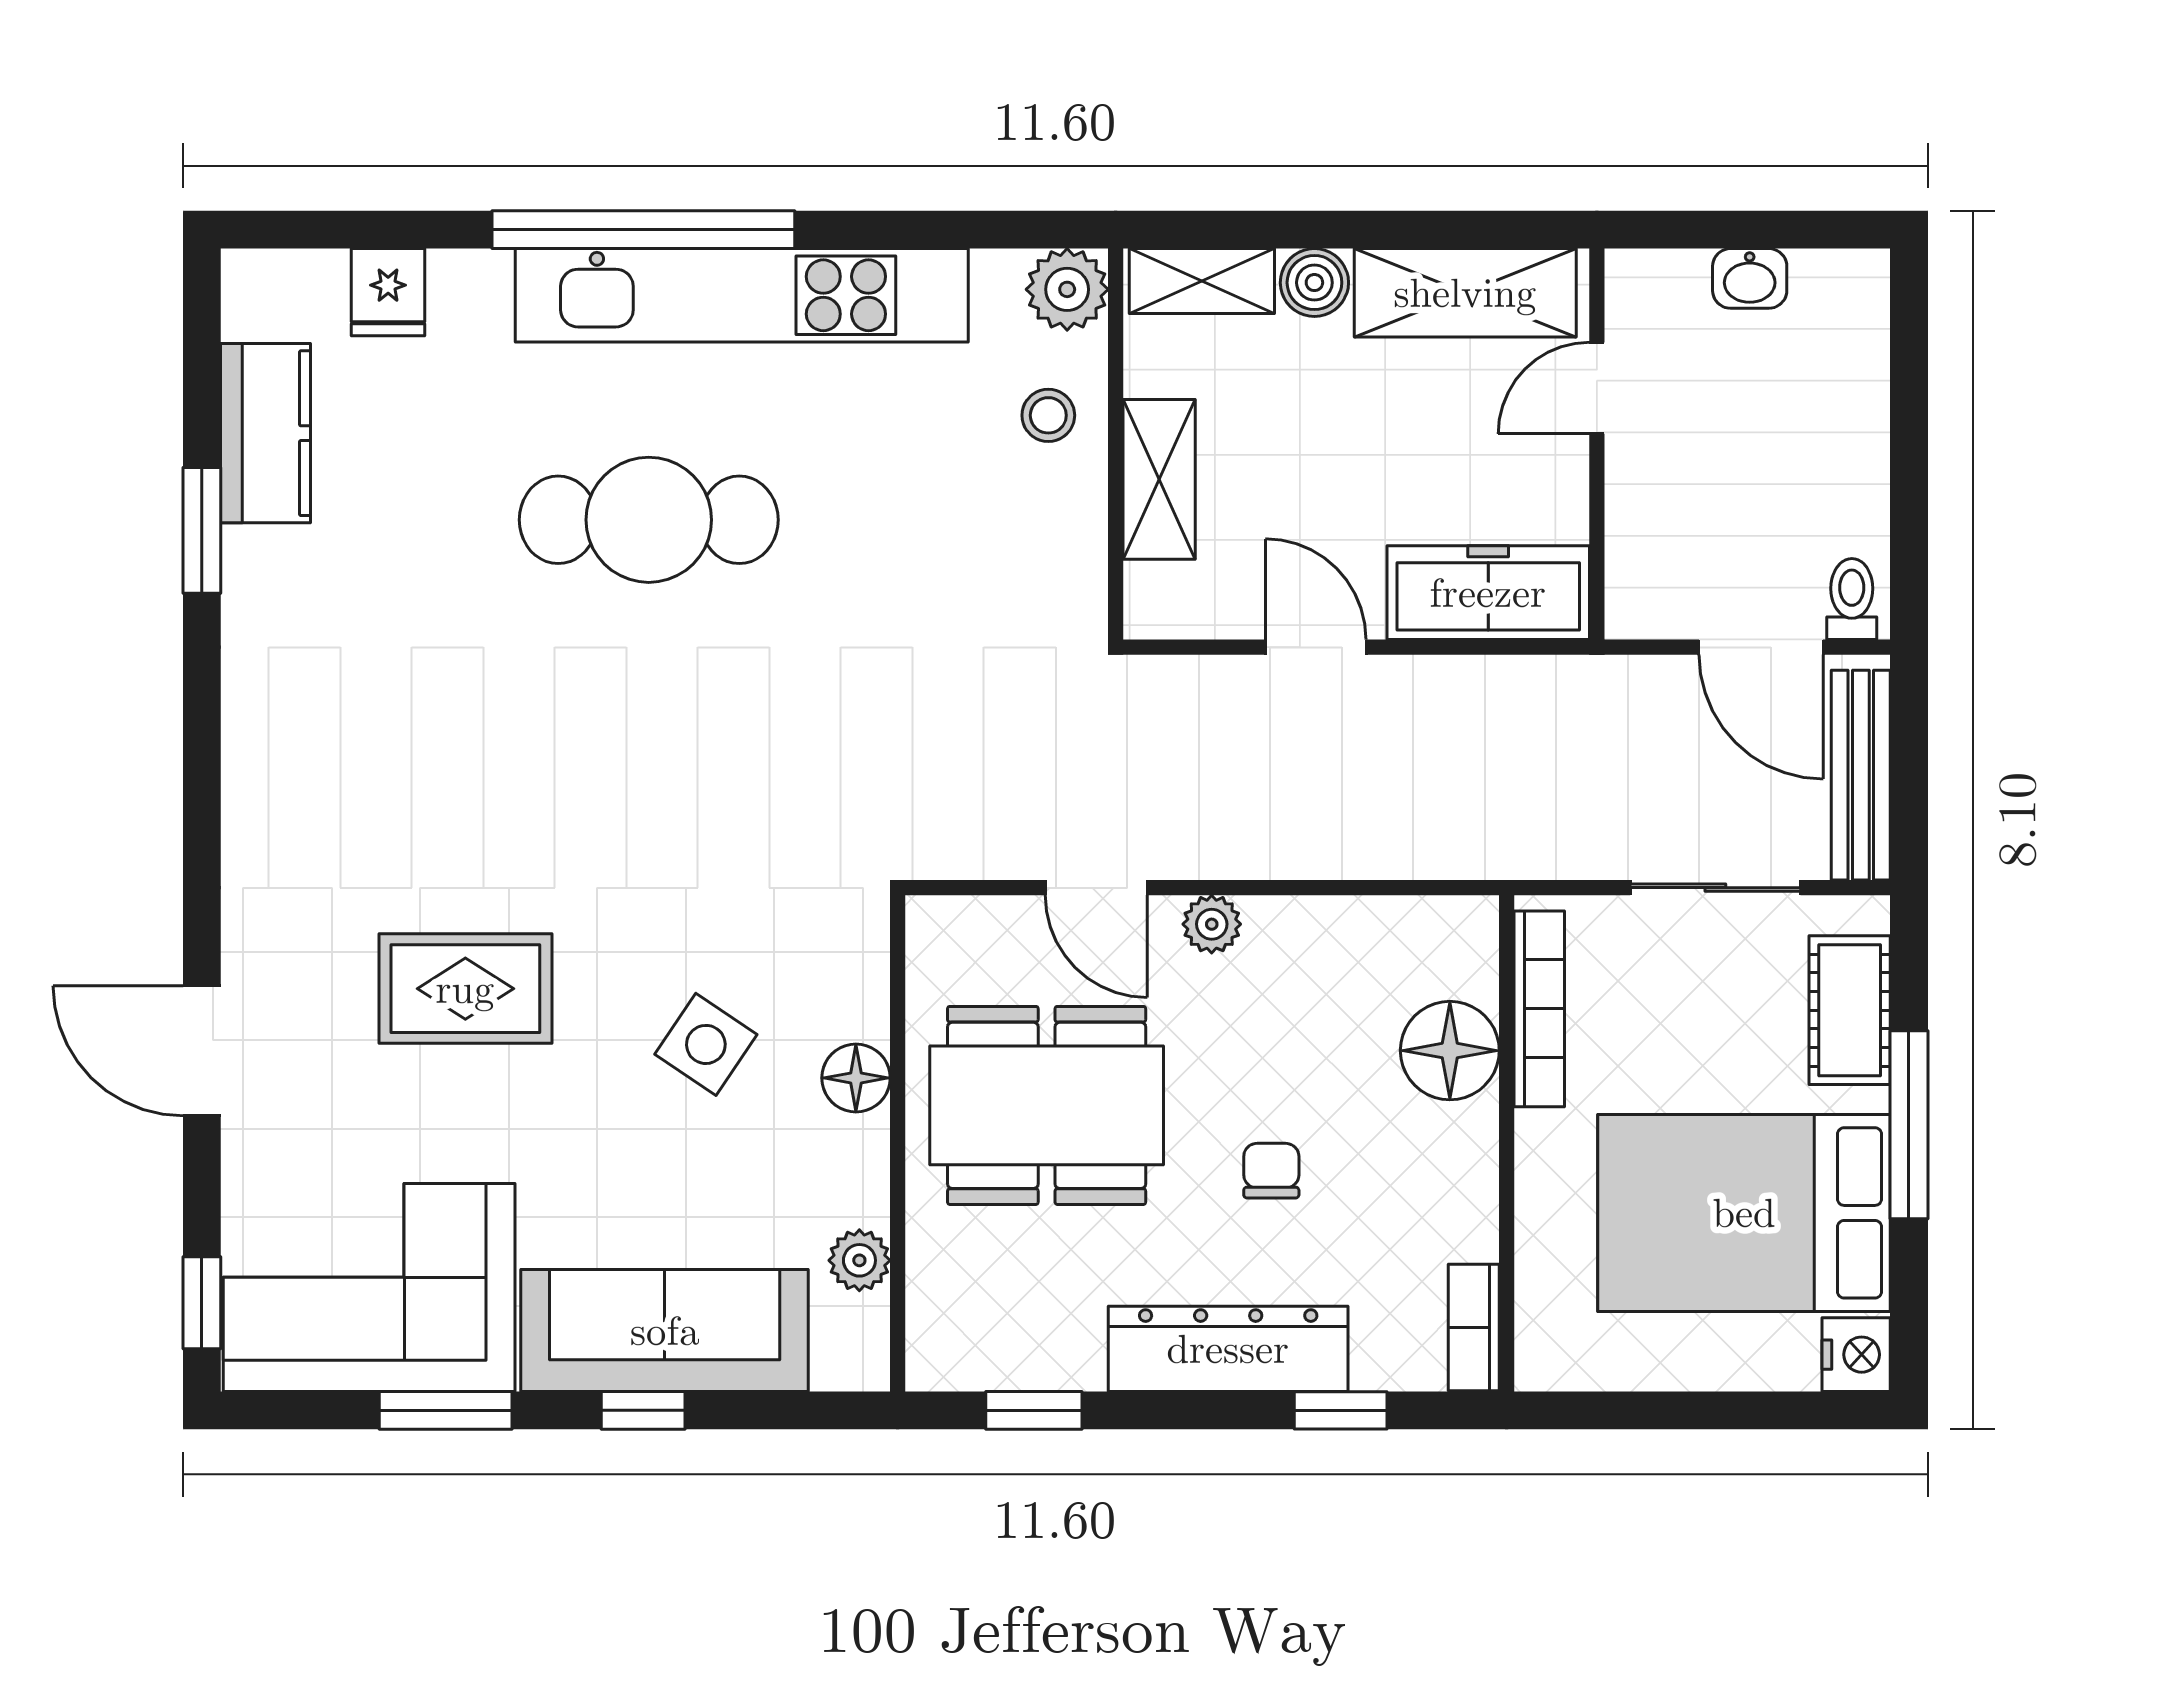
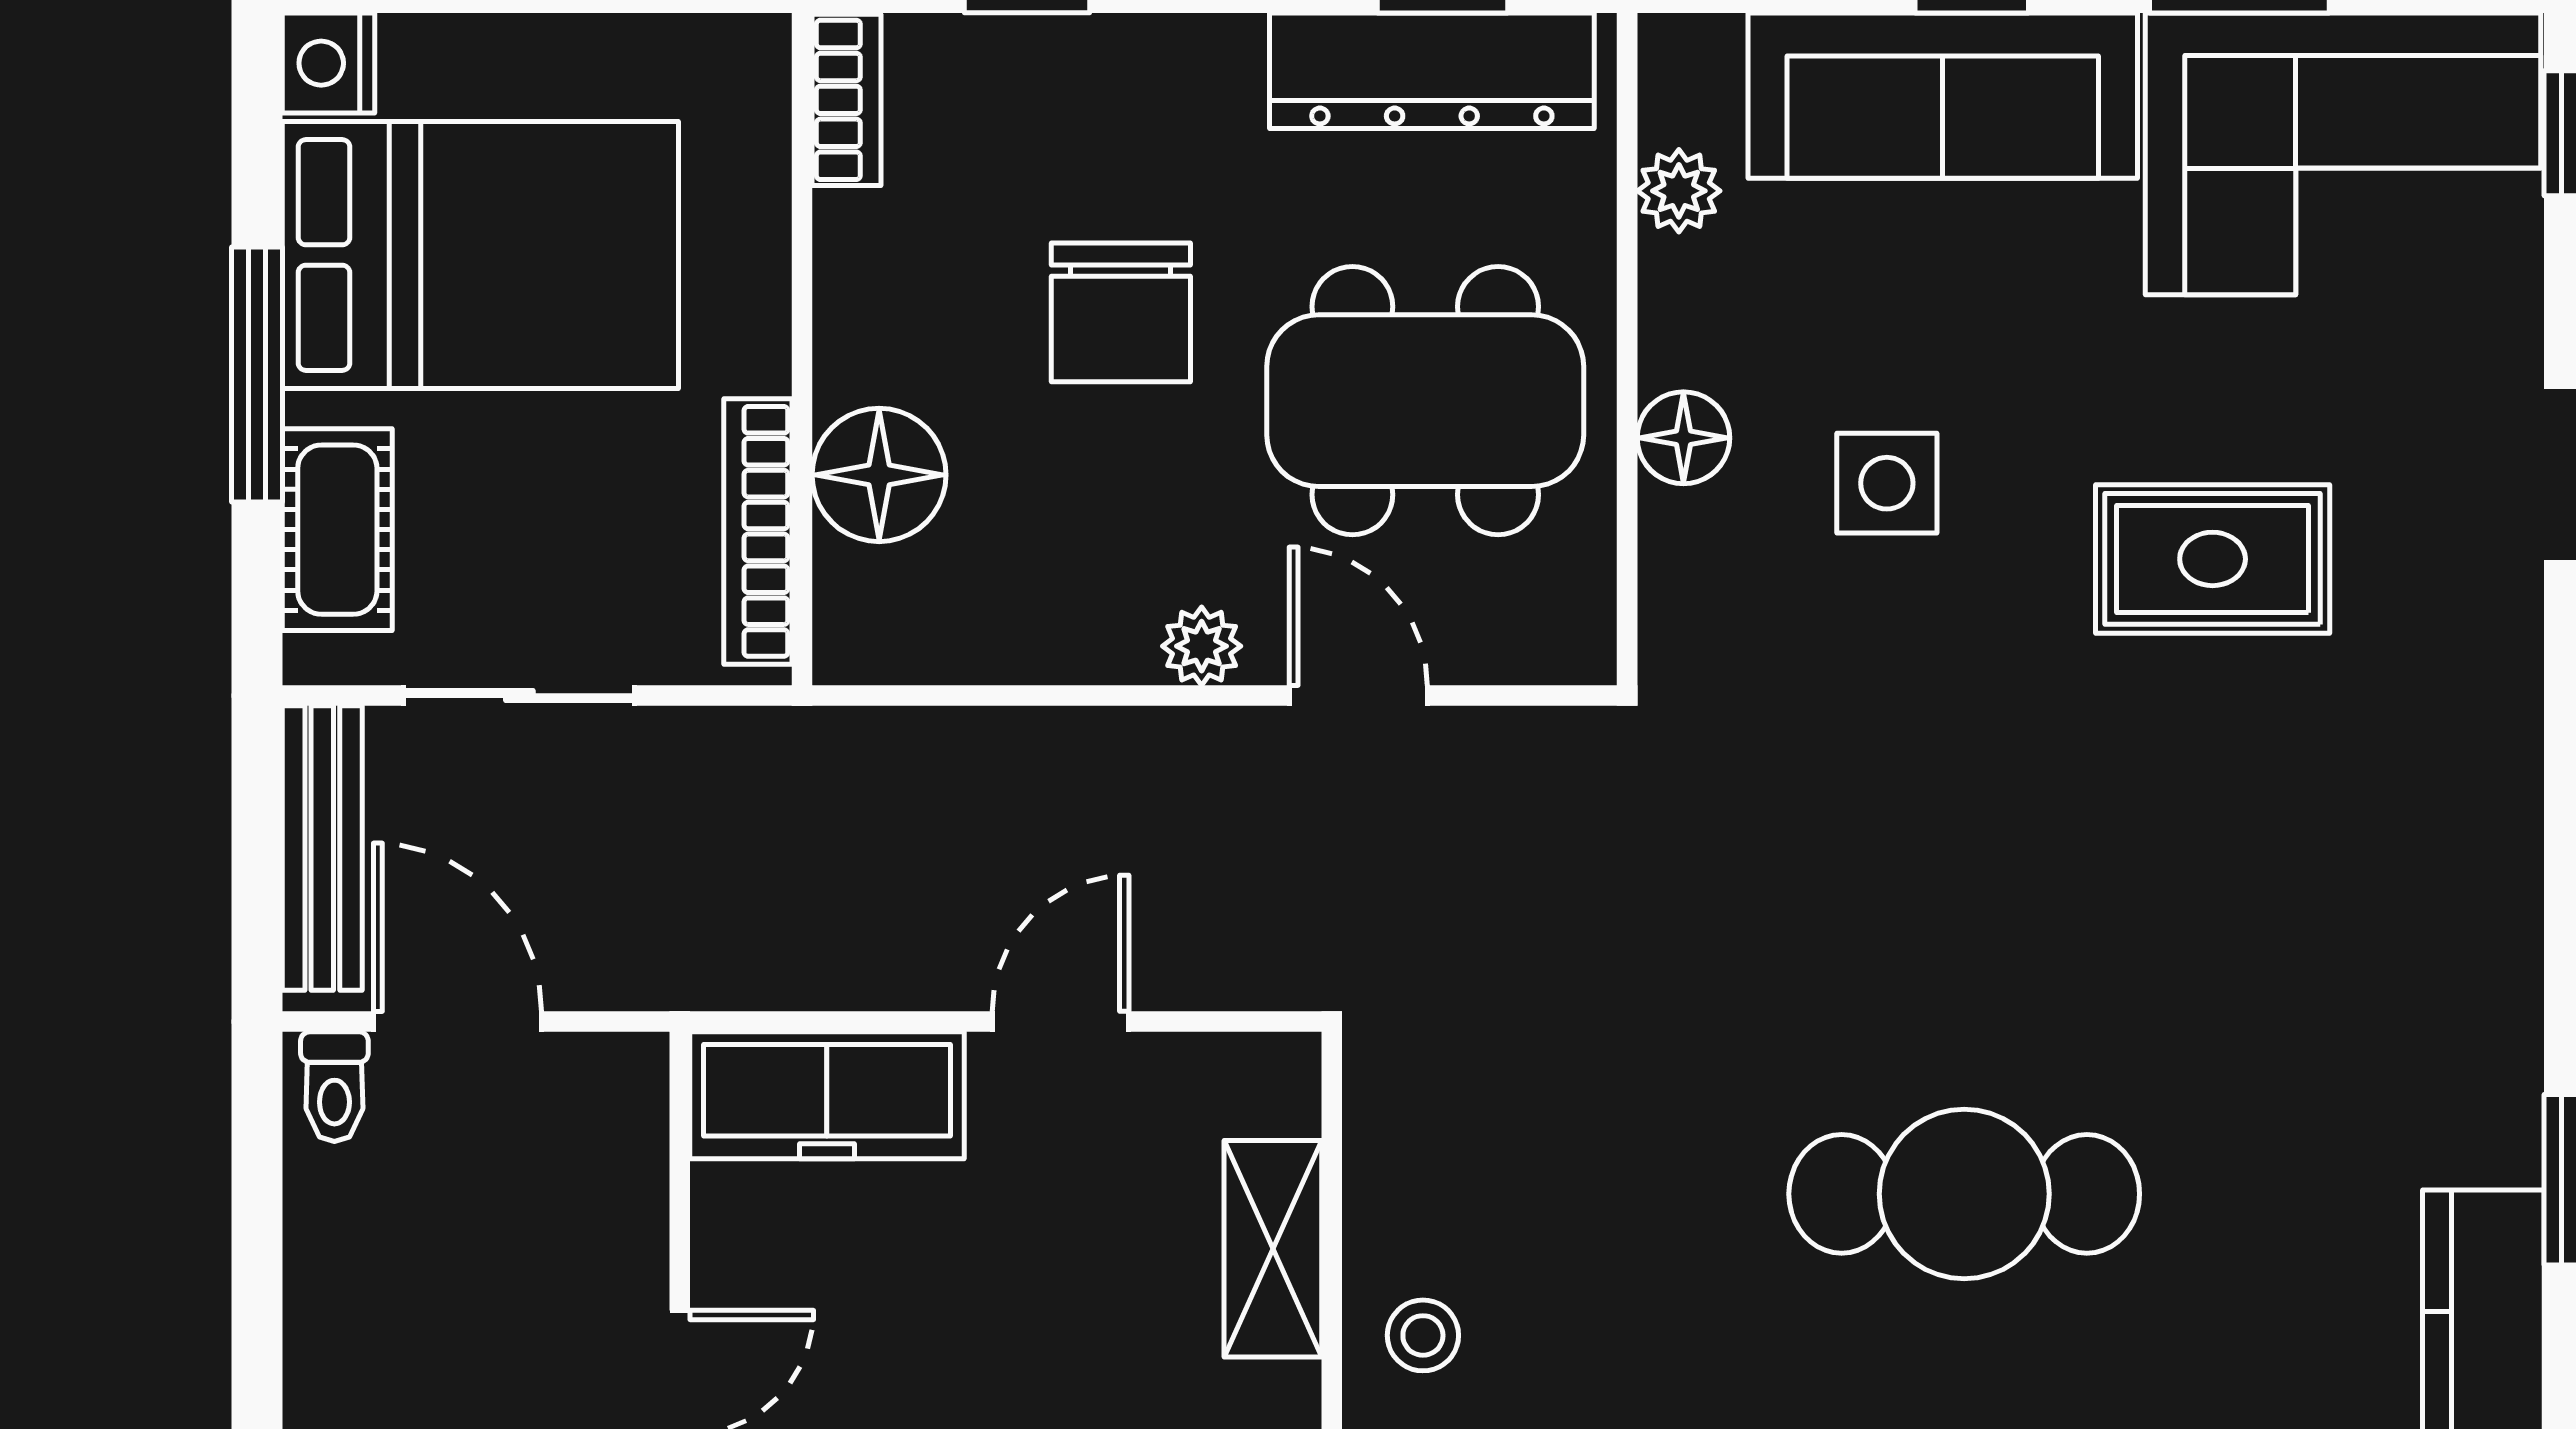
door: (1316, 647) -> (1061, 1022), swing flipped
side table: (706, 1044) -> (1887, 483), turned -34
chair: (1271, 1171) -> (1121, 312), width x1.87, depth x1.87
dresser: (1228, 1349) -> (1432, 71), moved

